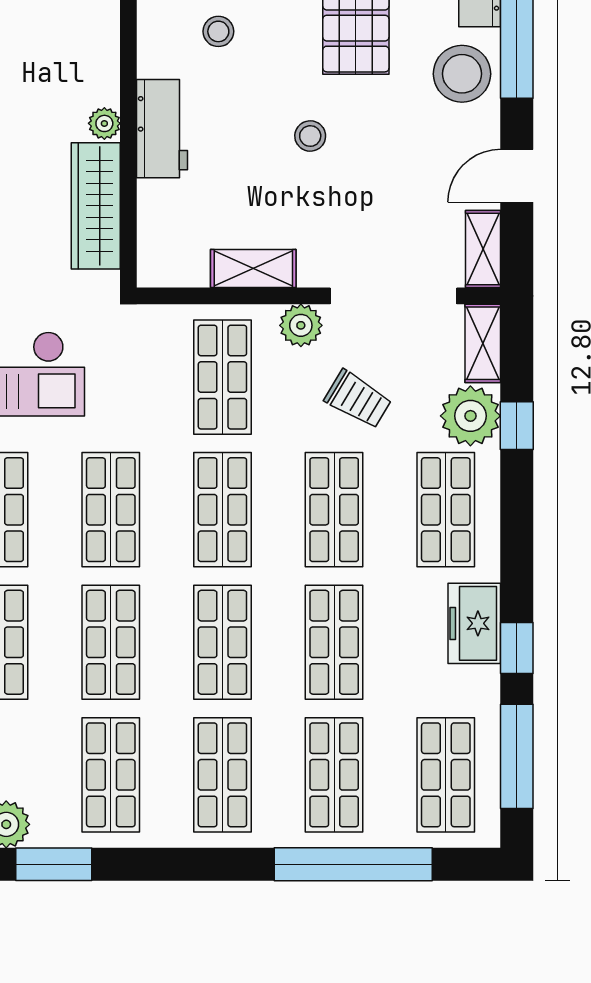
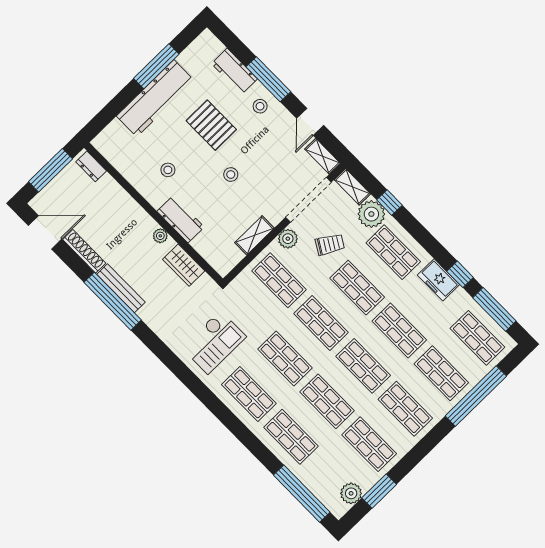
stool: (462, 74) -> (260, 106), width x0.53, depth x0.53
wardrobe: (96, 206) -> (184, 265), width x0.67

